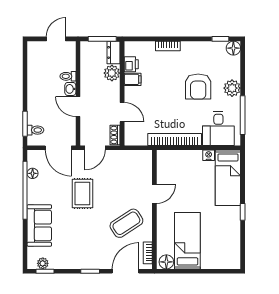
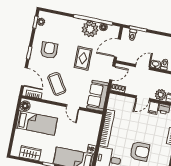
armchair: (198, 87) -> (140, 151), turned 180
door: (122, 112) -> (143, 98), moved
door: (95, 148) -> (112, 73), swing flipped
plant: (39, 192) -> (90, 29), added
rug: (82, 193) -> (83, 58), turned 90
sofa: (39, 225) -> (98, 96), moved, turned 90
wardrobe: (232, 241) -> (30, 153), added
armchair: (81, 244) -> (49, 50), added

